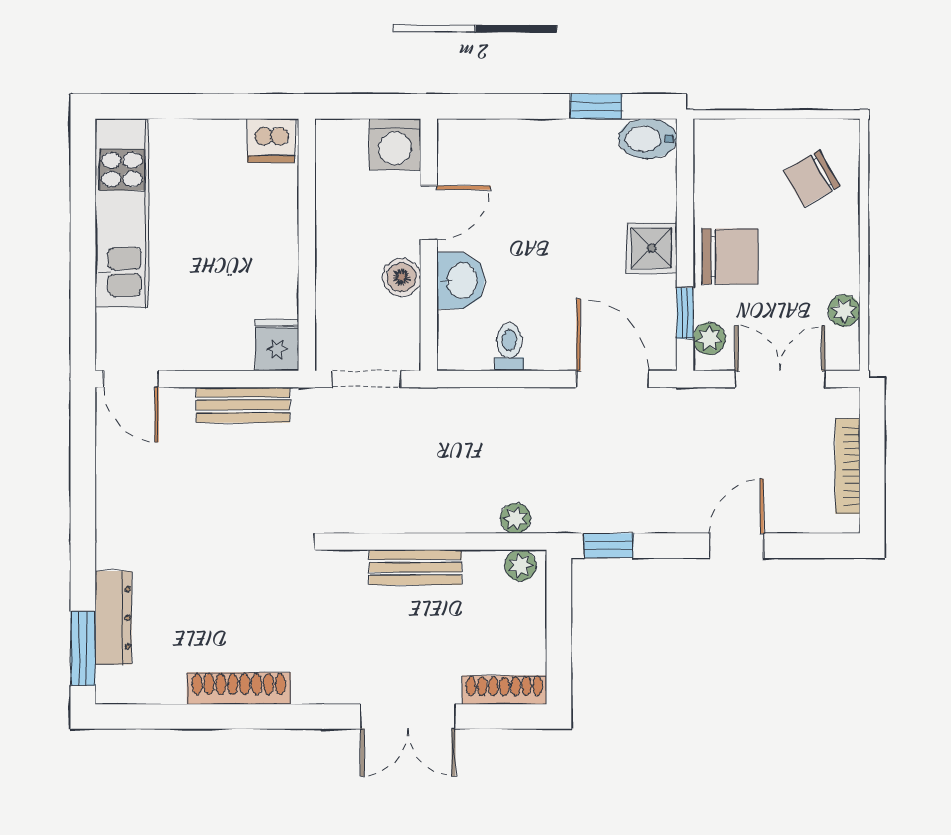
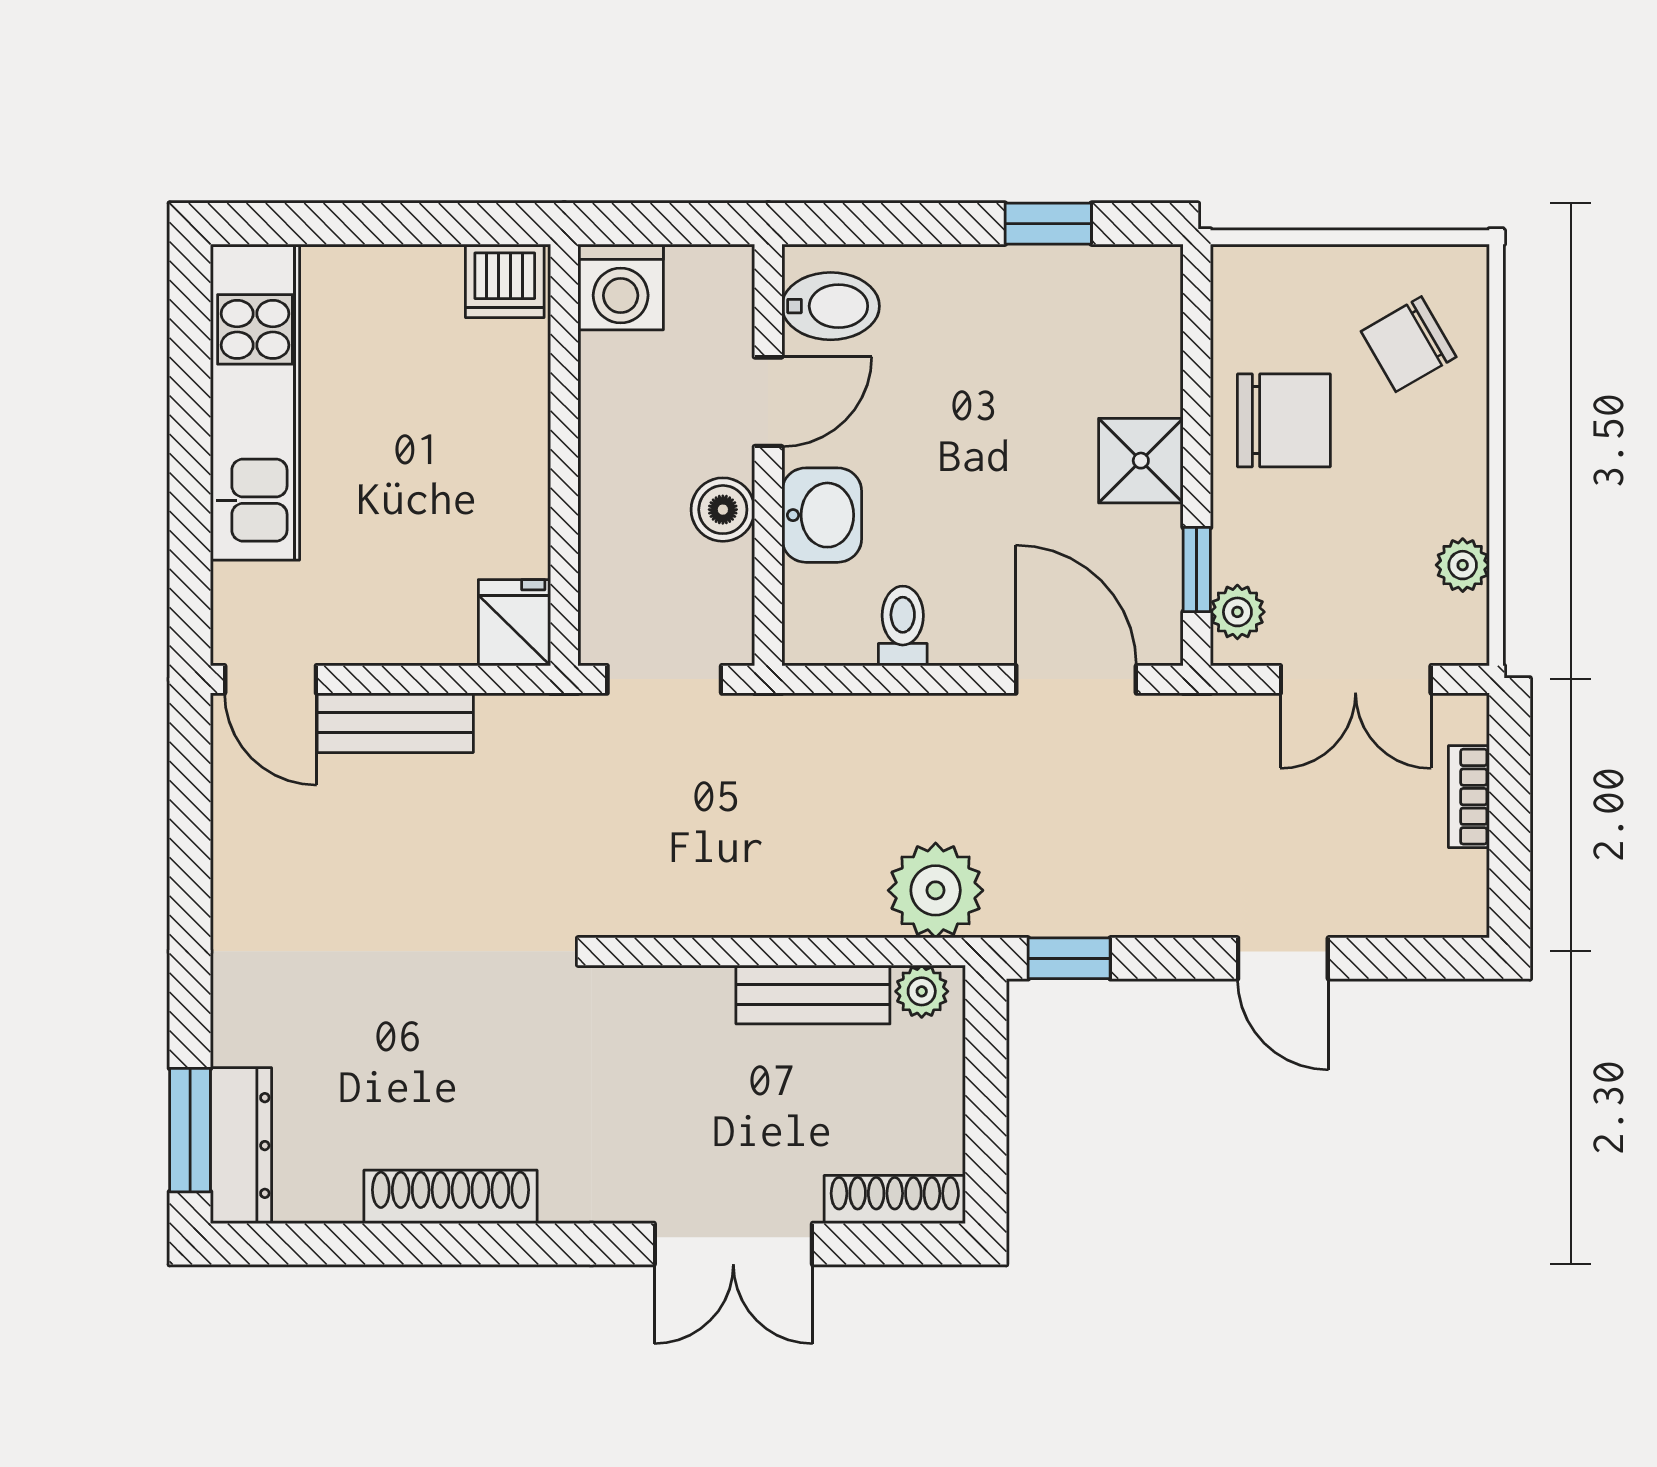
bidet: (648, 139) -> (831, 306), moved, turned 180
washing machine: (395, 144) -> (621, 287), moved
chair: (730, 256) -> (1284, 420), moved
double door: (780, 379) -> (1356, 679), swing flipped
bench: (243, 405) -> (395, 723), moved
bookcase: (848, 466) -> (1469, 797), width x0.64
plant: (516, 518) -> (936, 890), width x1.88, depth x1.88
door: (737, 546) -> (1283, 958), swing flipped
bench: (415, 567) -> (813, 994), moved
dresser: (113, 618) -> (241, 1146), moved

